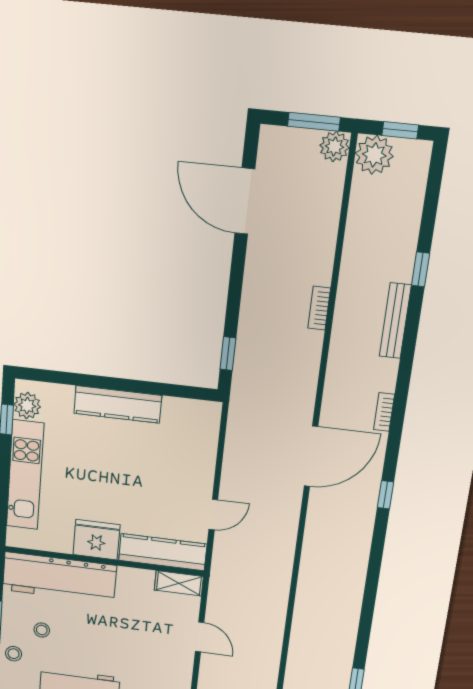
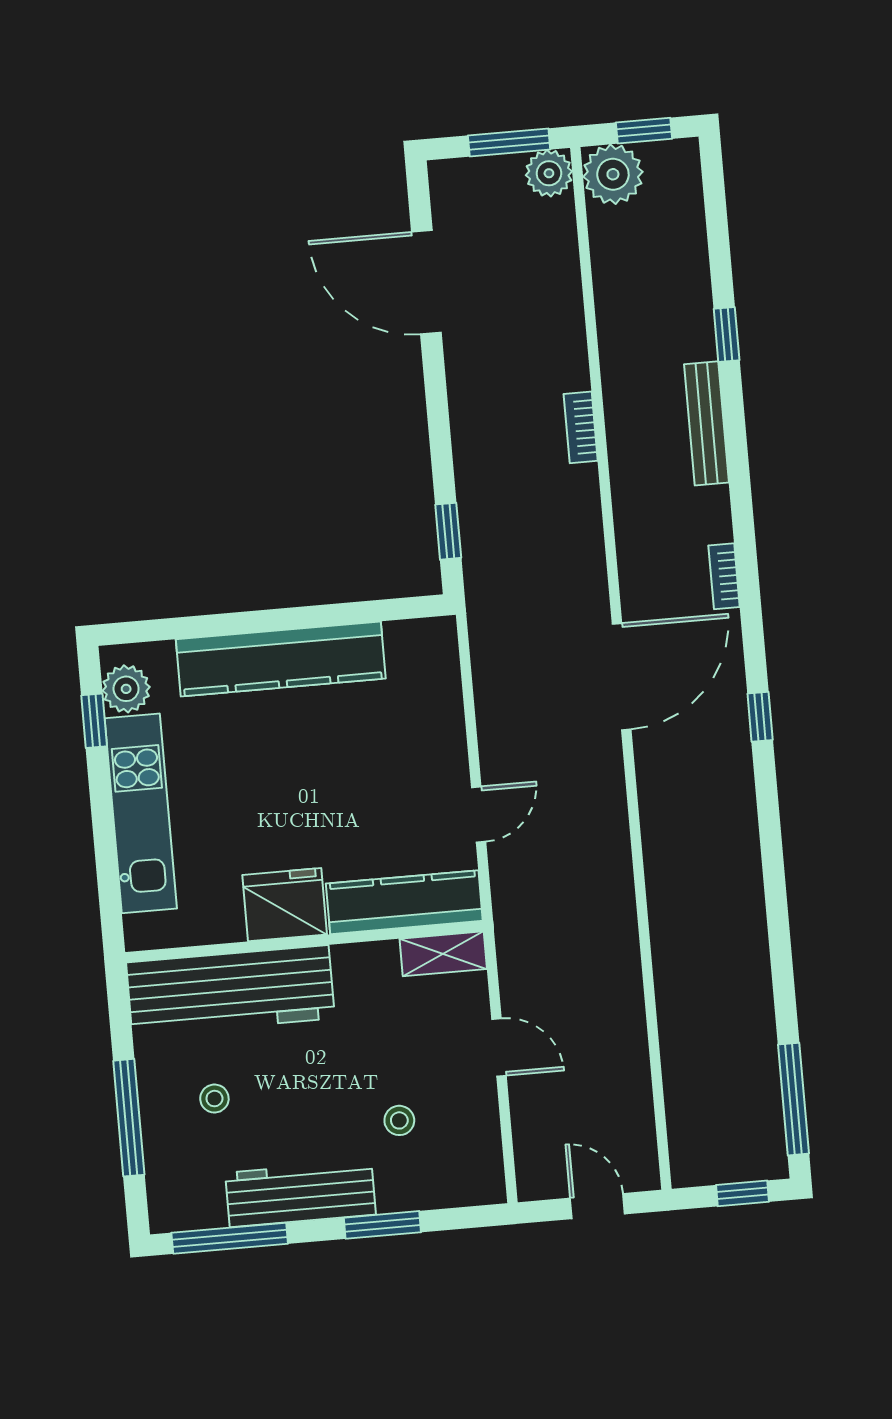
kitchen counter: (118, 404) -> (281, 659), width x1.39, depth x1.17
stool: (14, 654) -> (399, 1120), moved

